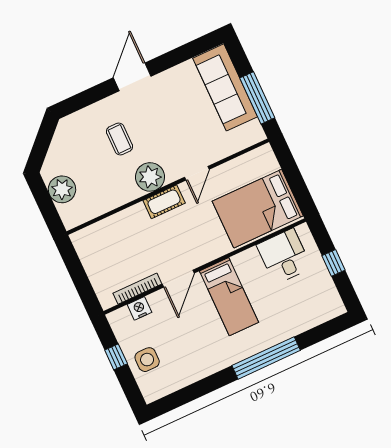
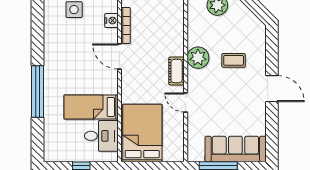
plant: (150, 177) -> (198, 58), moved
bed: (229, 297) -> (91, 107), moved

